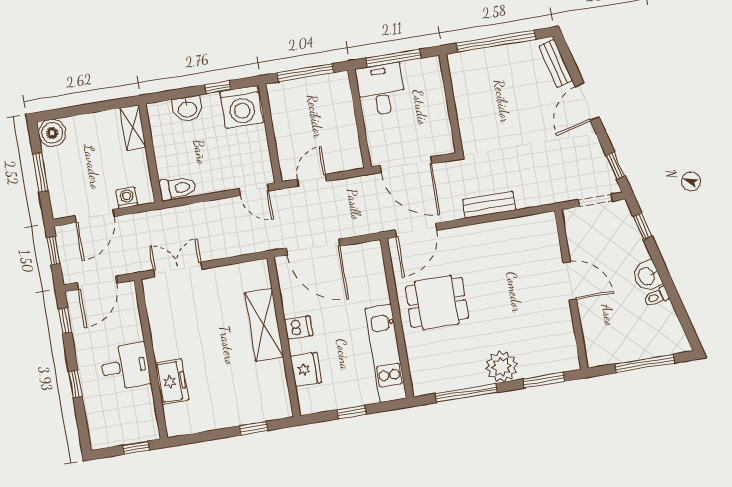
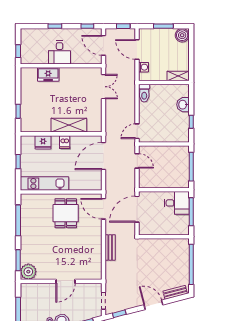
washing machine: (242, 107) -> (179, 132), removed
plant: (502, 367) -> (28, 272), moved

